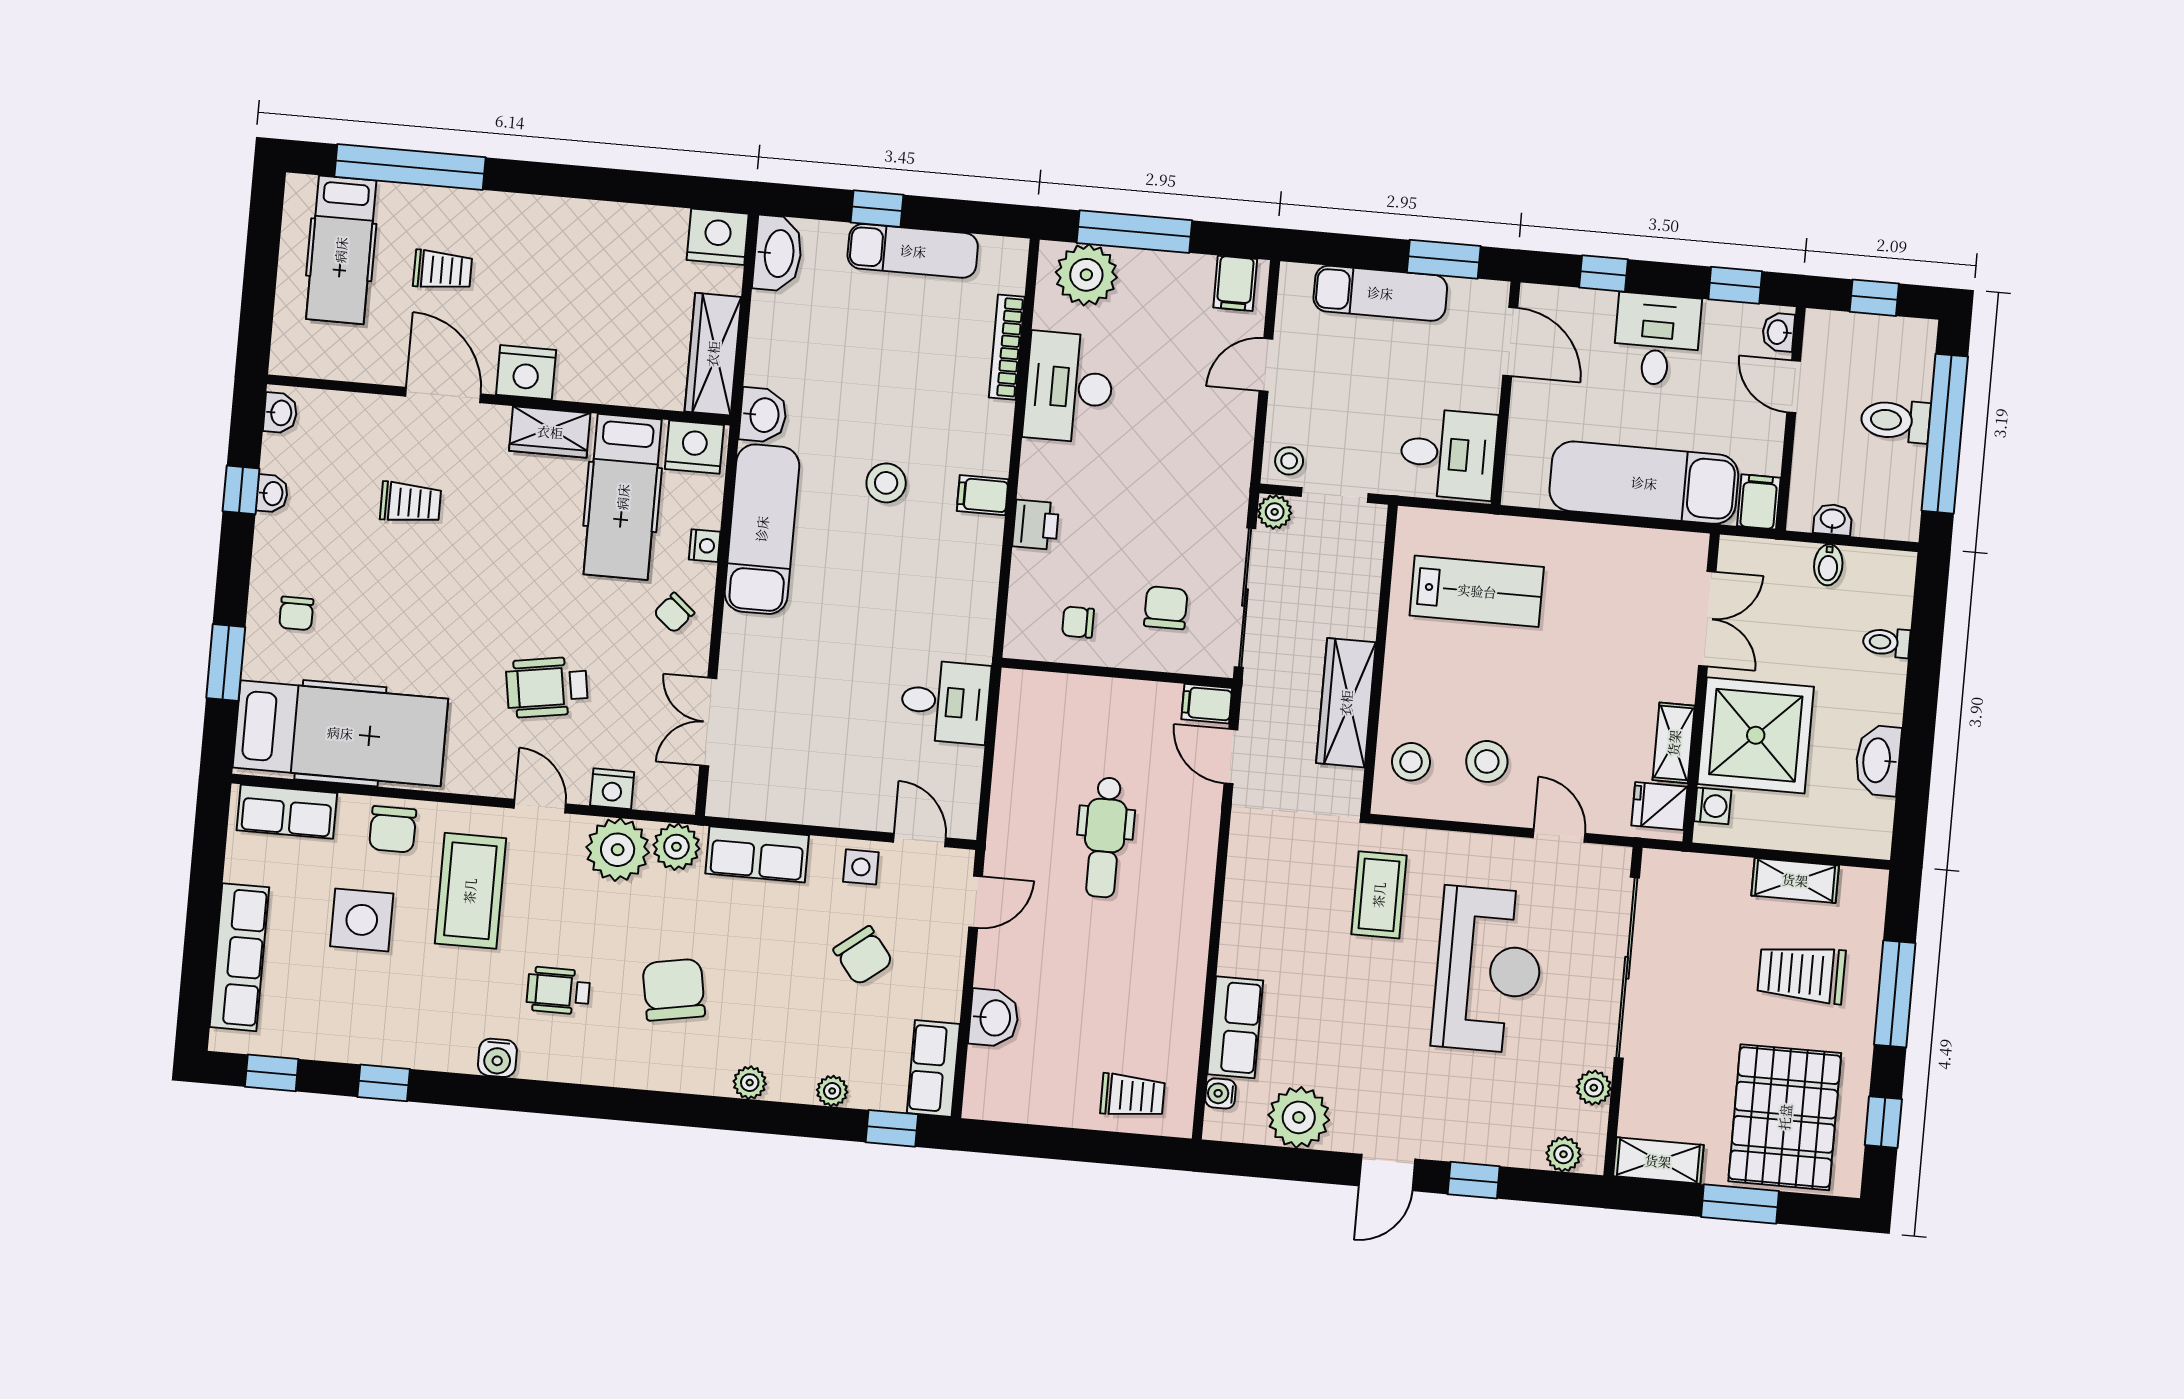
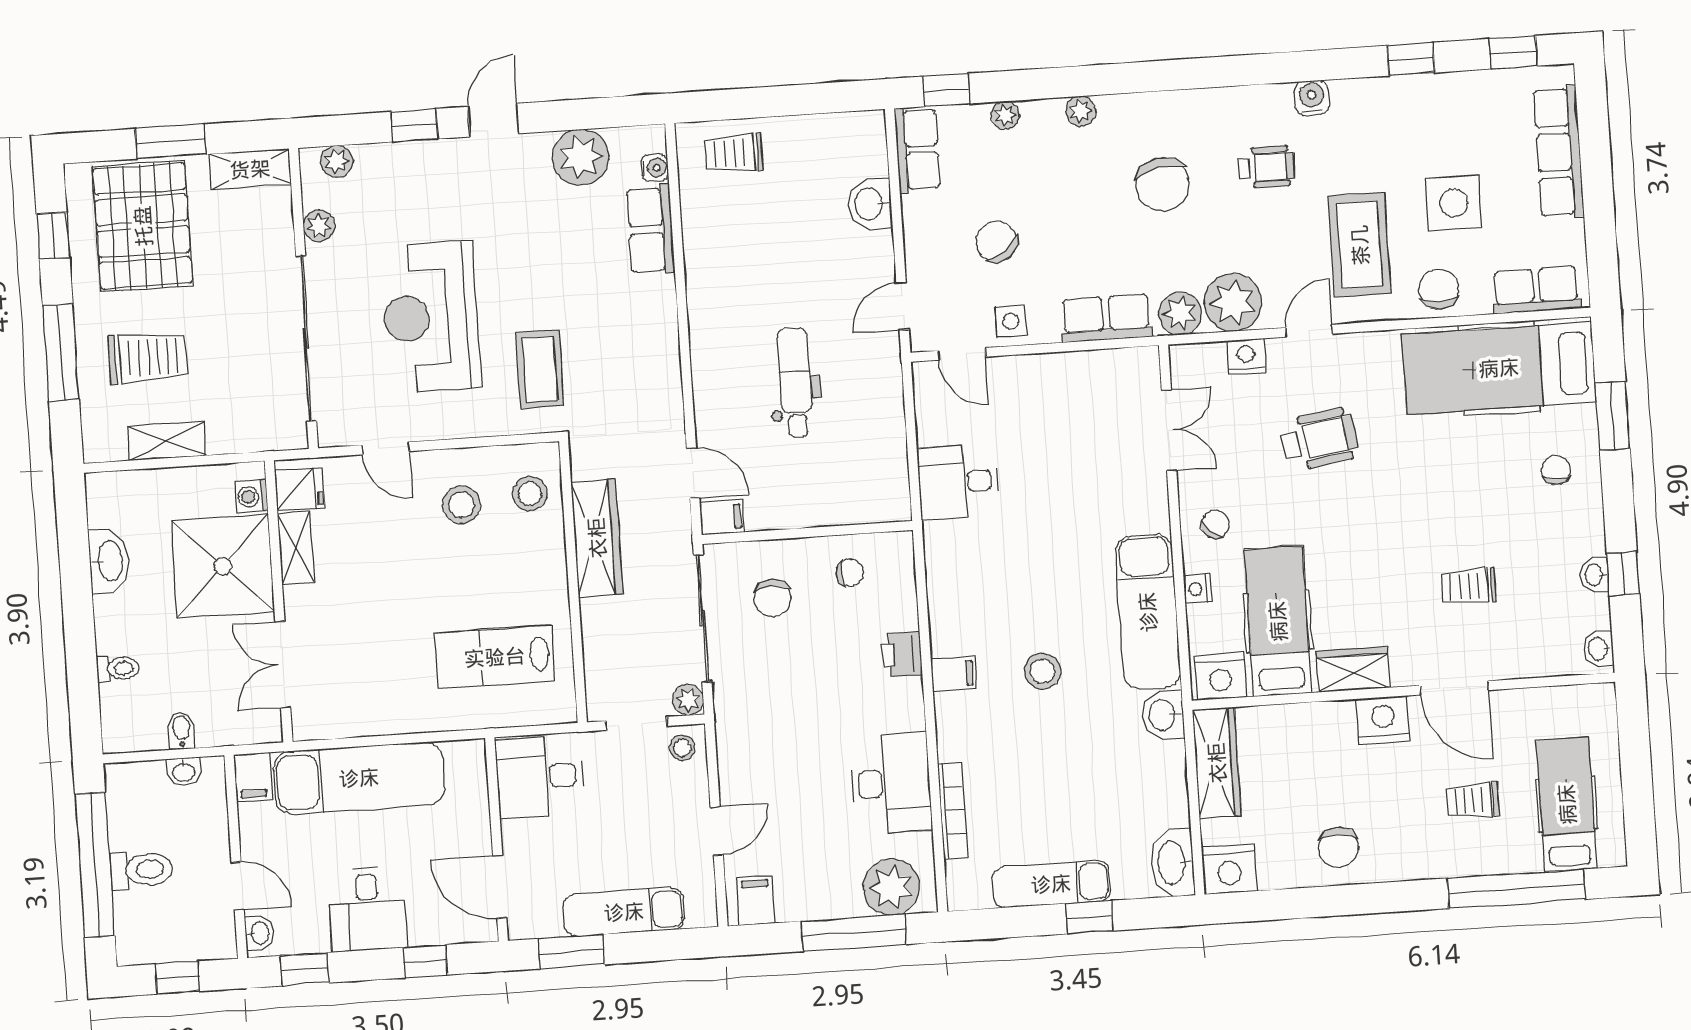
chair: (596, 242) -> (1338, 847), added
door: (540, 806) -> (1309, 331), swing flipped

